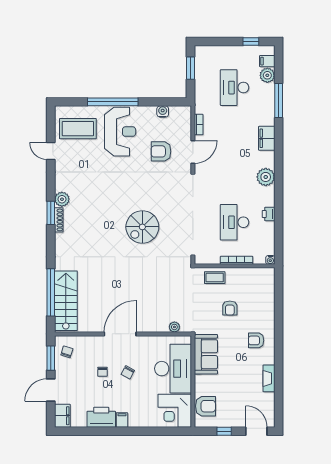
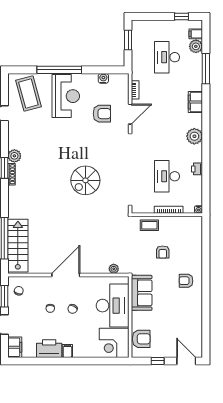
coffee table: (78, 129) -> (28, 93), turned 75
armchair: (161, 151) -> (102, 114), turned 180
fireplace: (269, 378) -> (197, 314), removed

